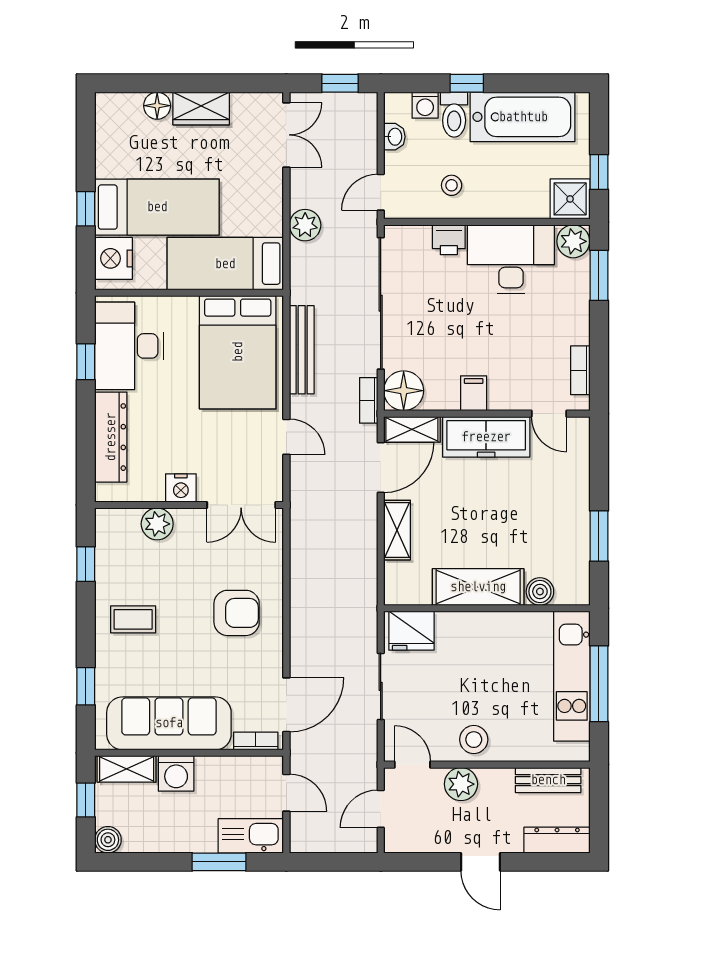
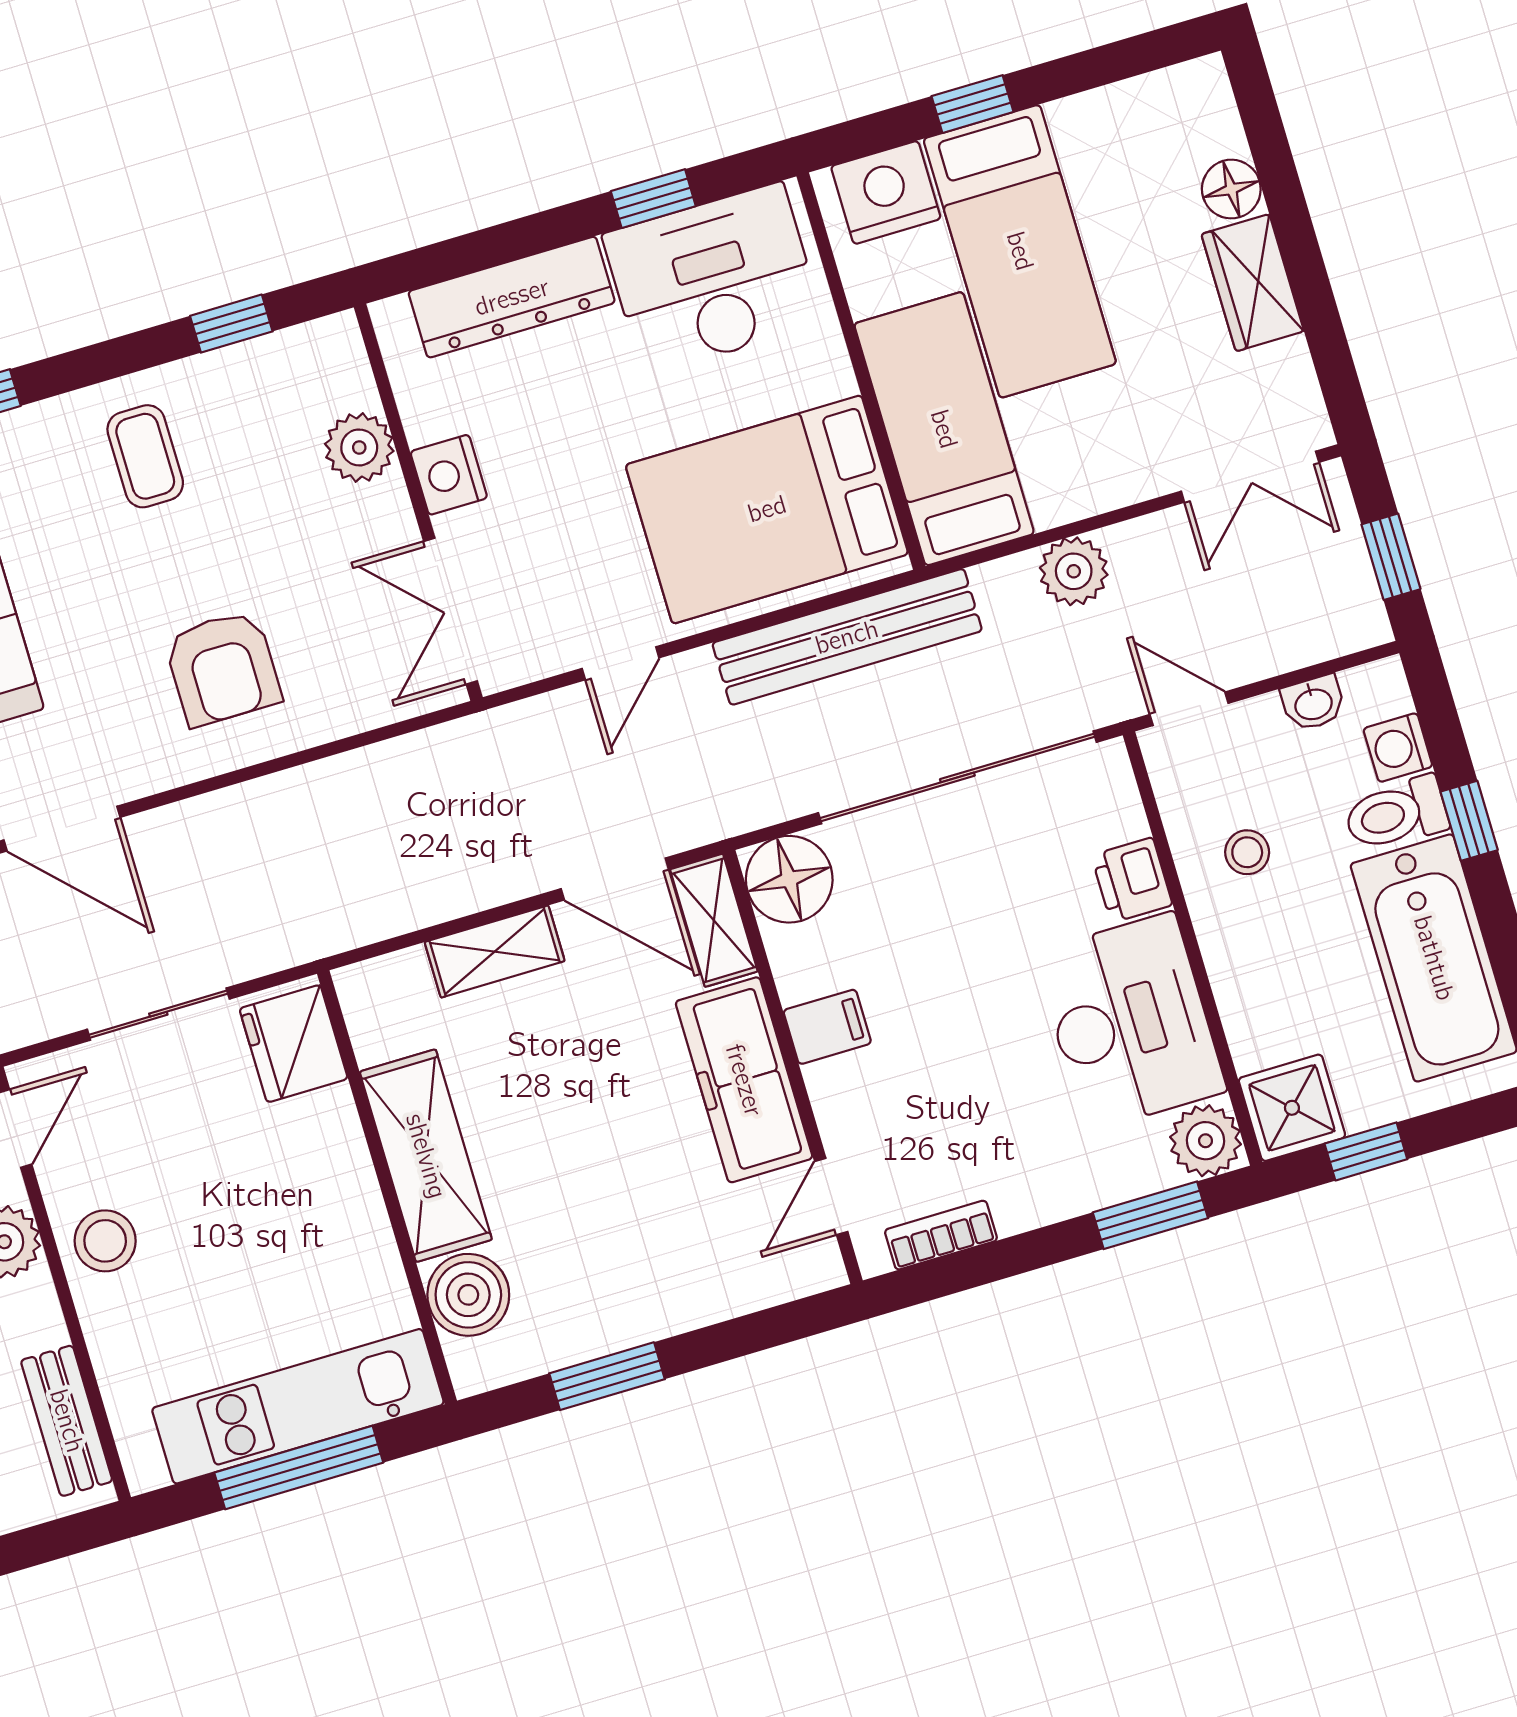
bench: (302, 350) -> (847, 637), width x1.37, depth x1.21
bookcase: (369, 400) -> (747, 812), removed
boiler: (540, 592) -> (468, 1295), width x1.36, depth x1.36

